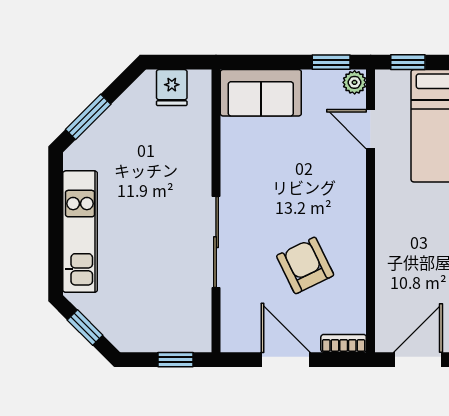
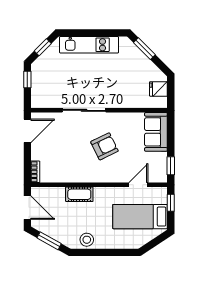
plant: (355, 82) -> (161, 177), removed
cot: (390, 252) -> (79, 194), added
armchair: (305, 265) -> (104, 146), moved
window: (176, 360) -> (27, 79), moved
door: (286, 360) -> (27, 131), moved

